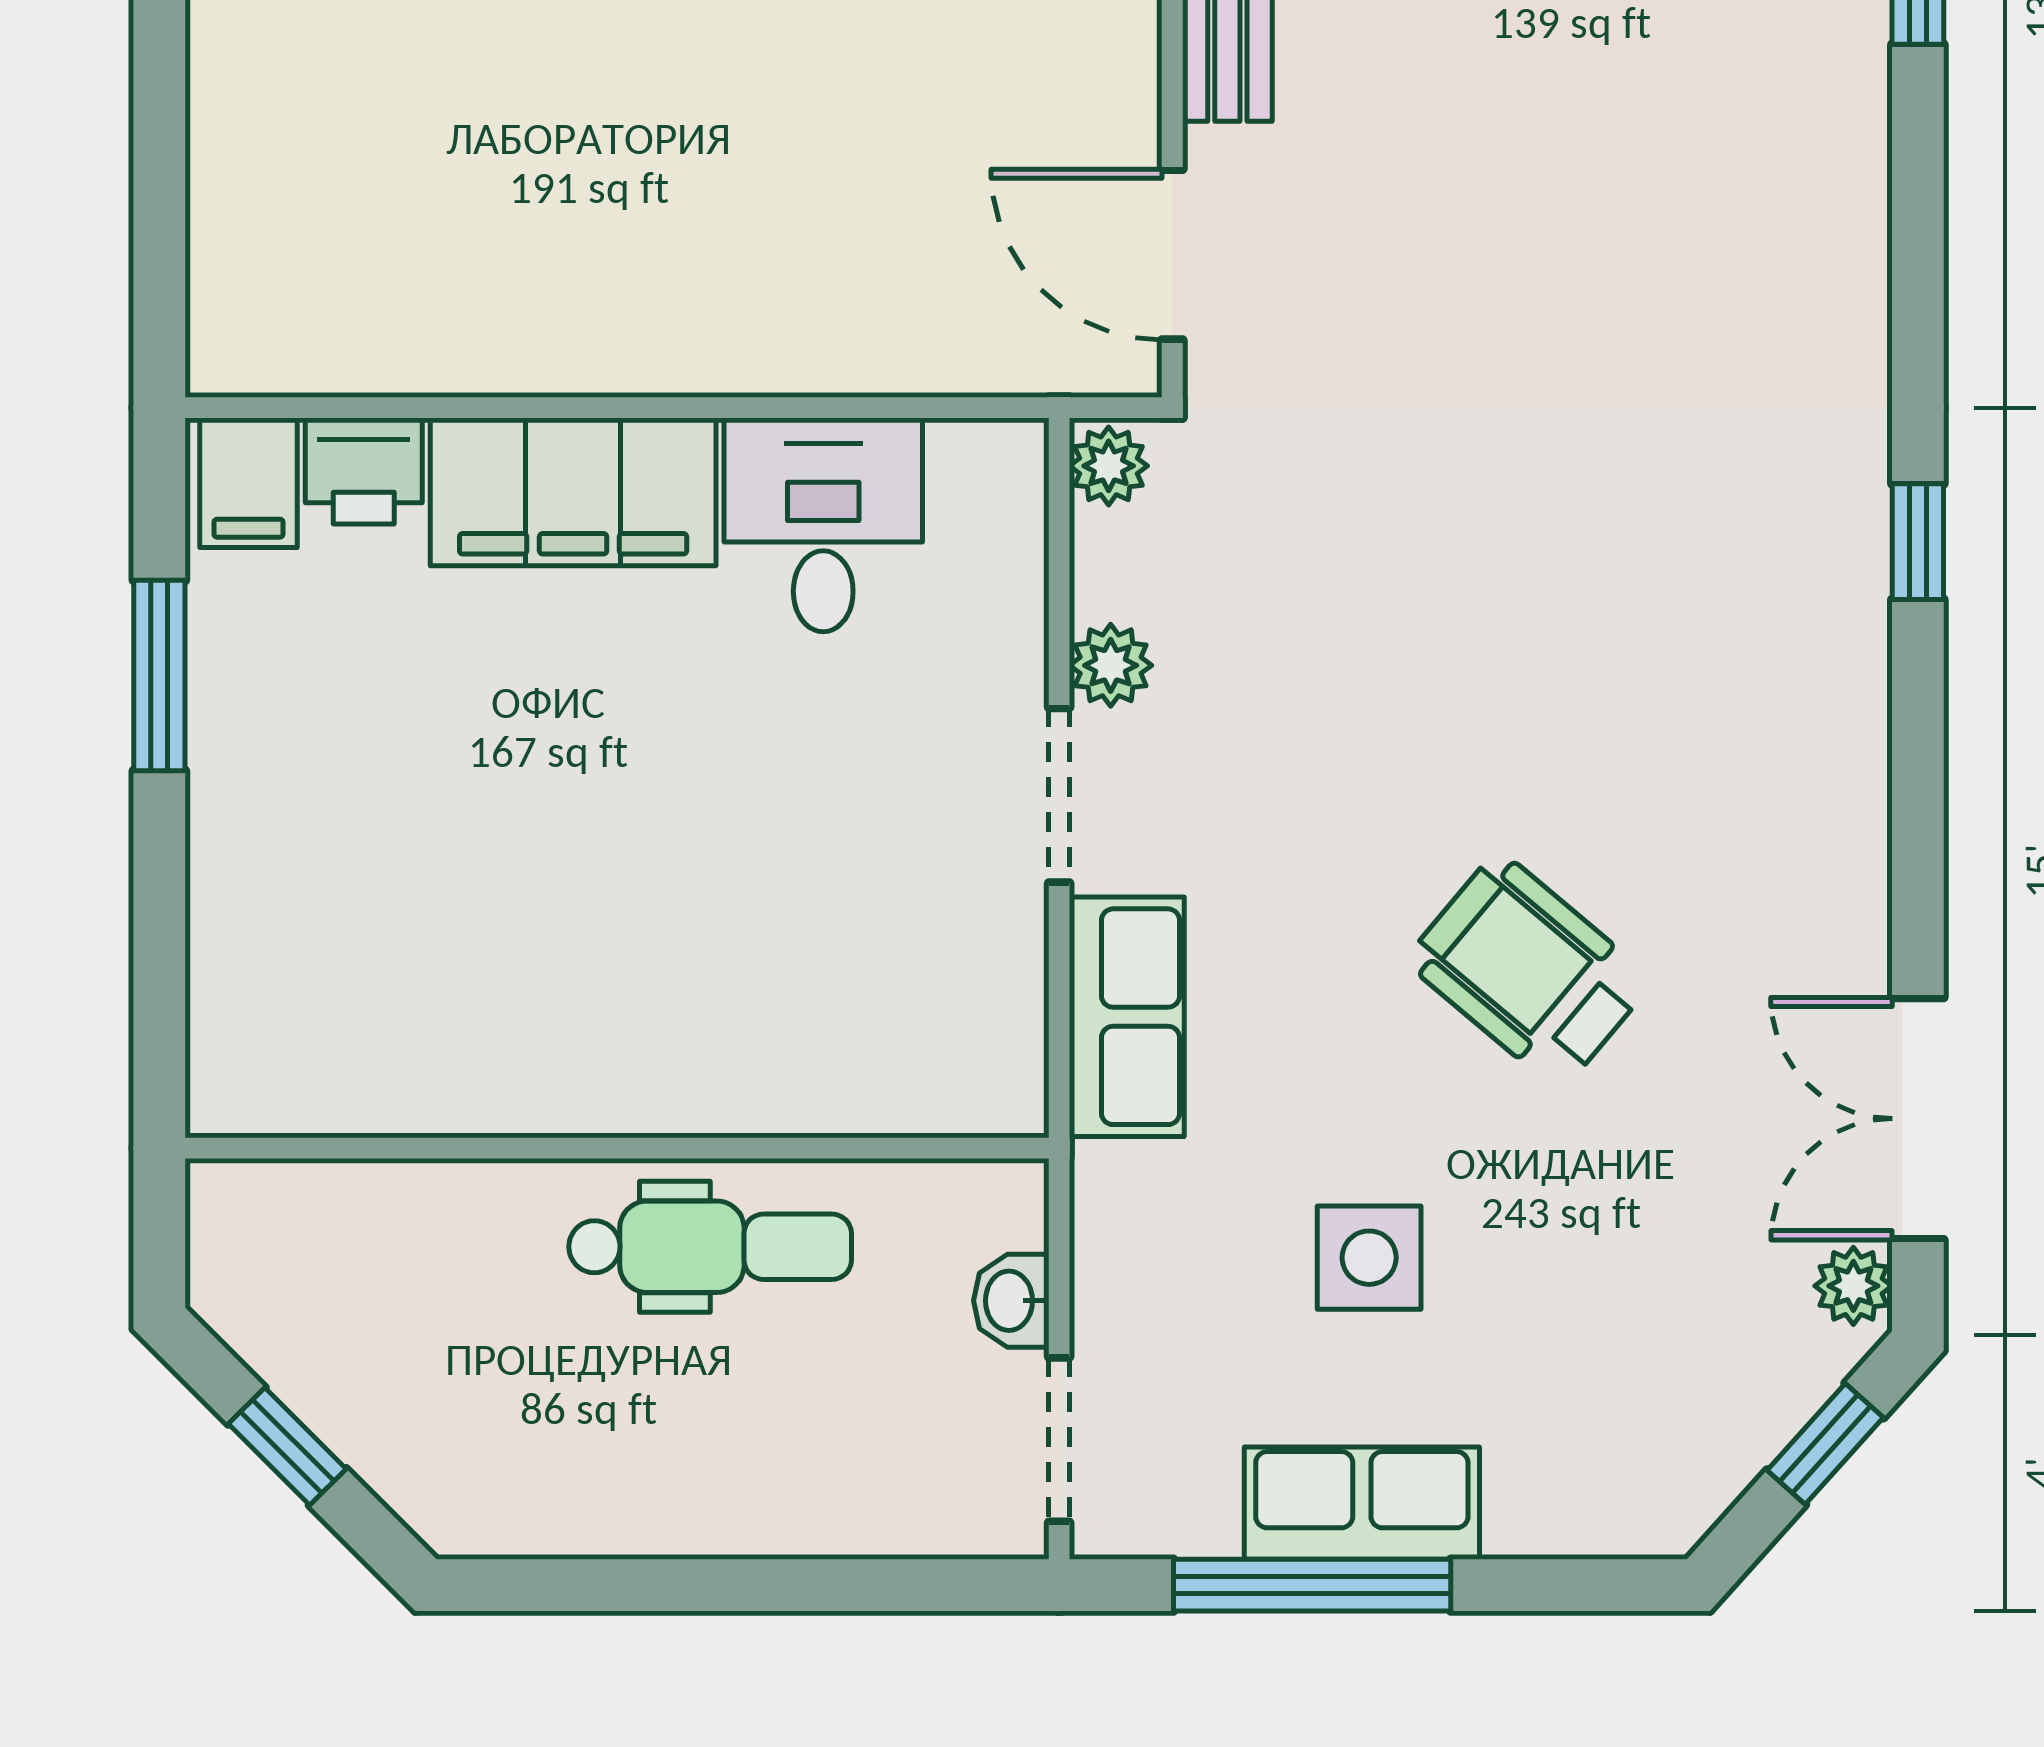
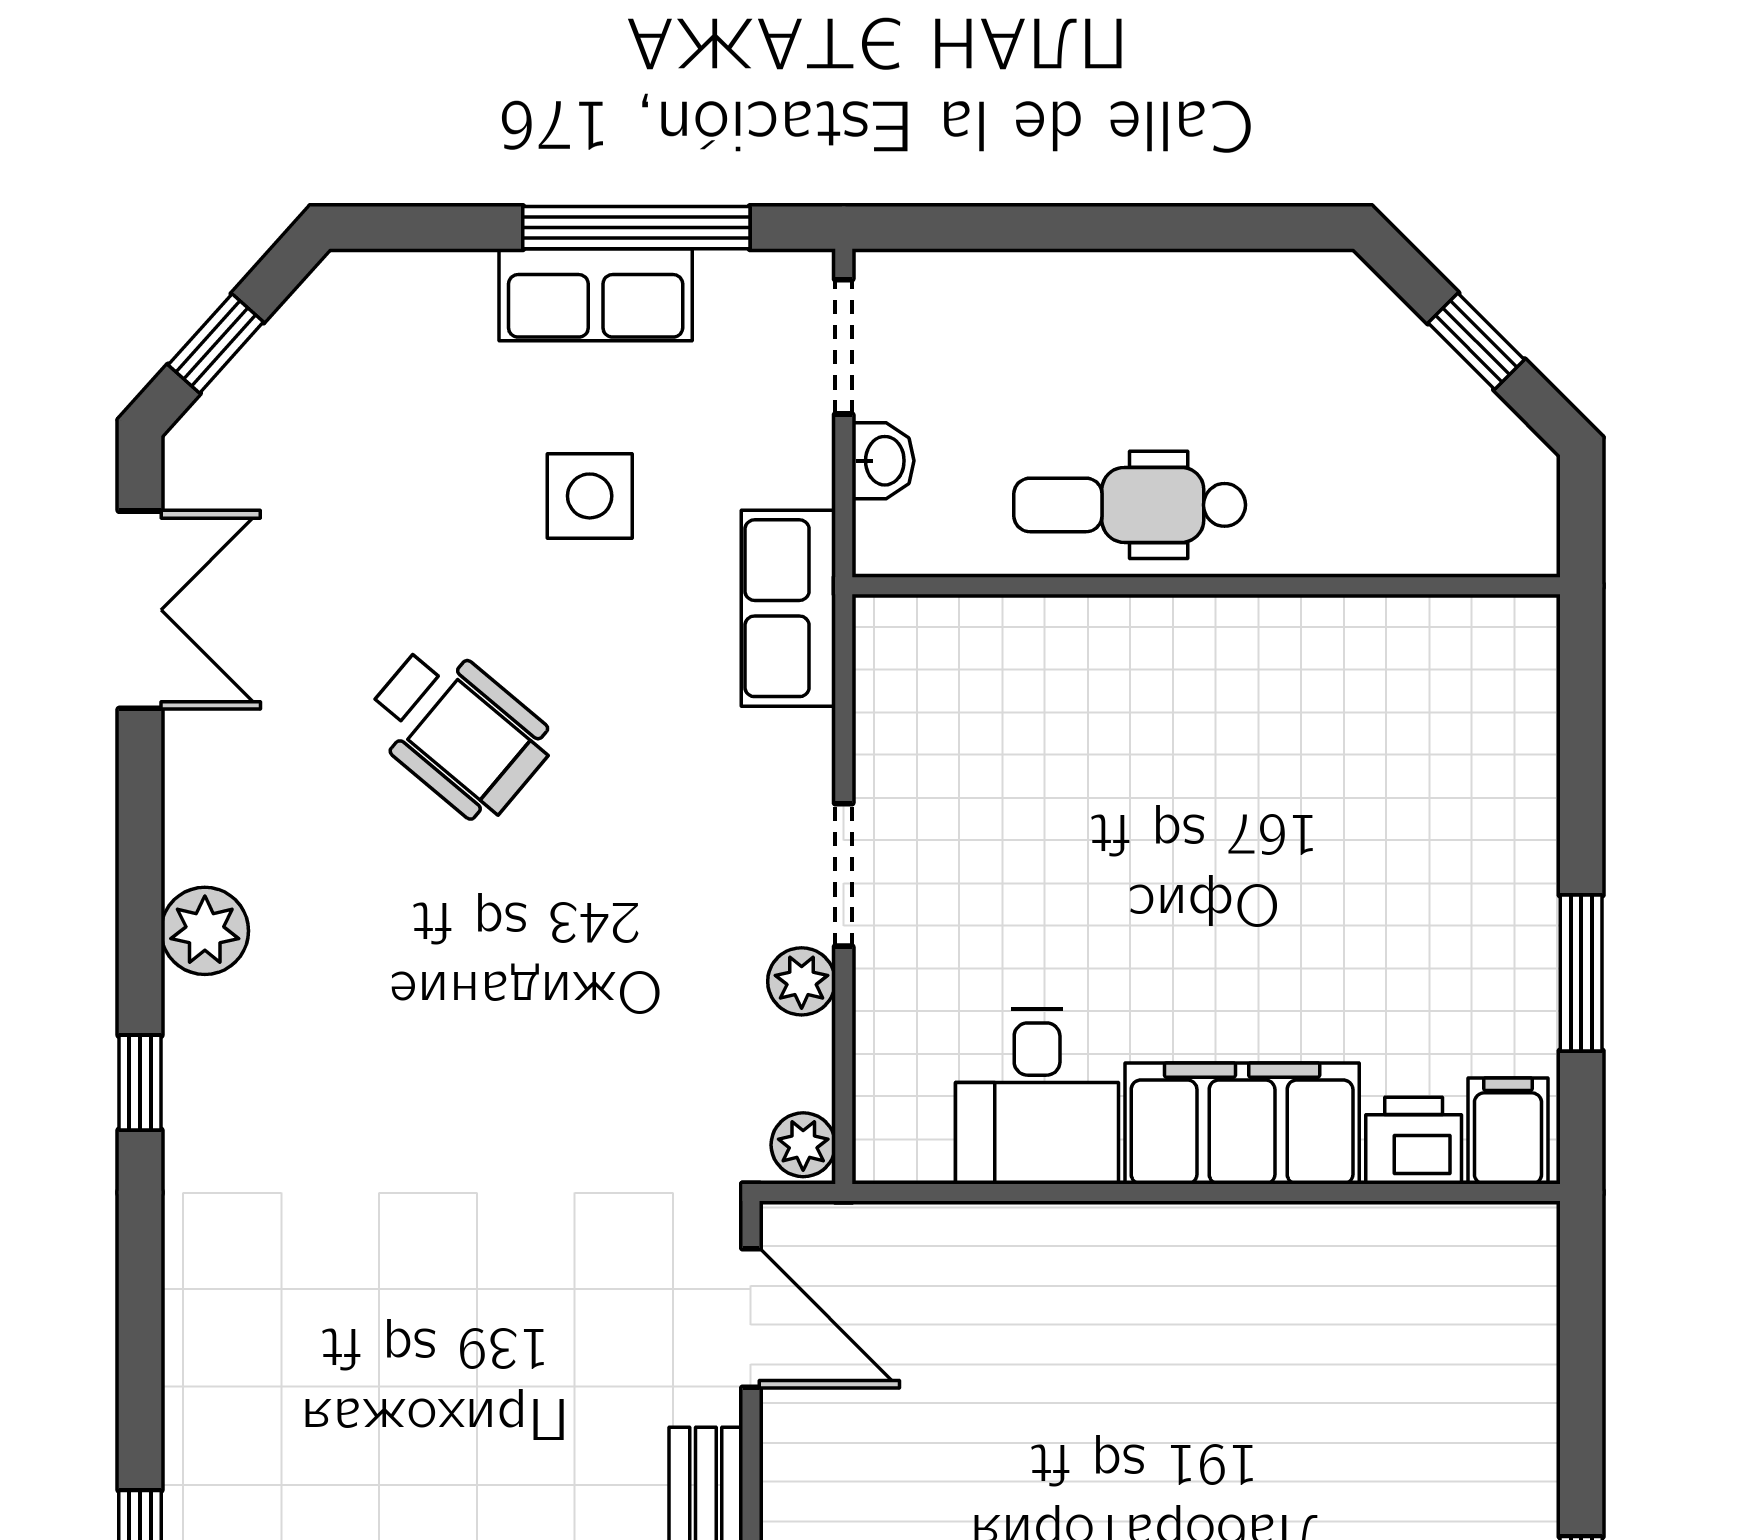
row of seats: (1127, 1017) -> (788, 608), moved
plant: (1853, 1286) -> (205, 931), moved, width x1.38, depth x1.38

